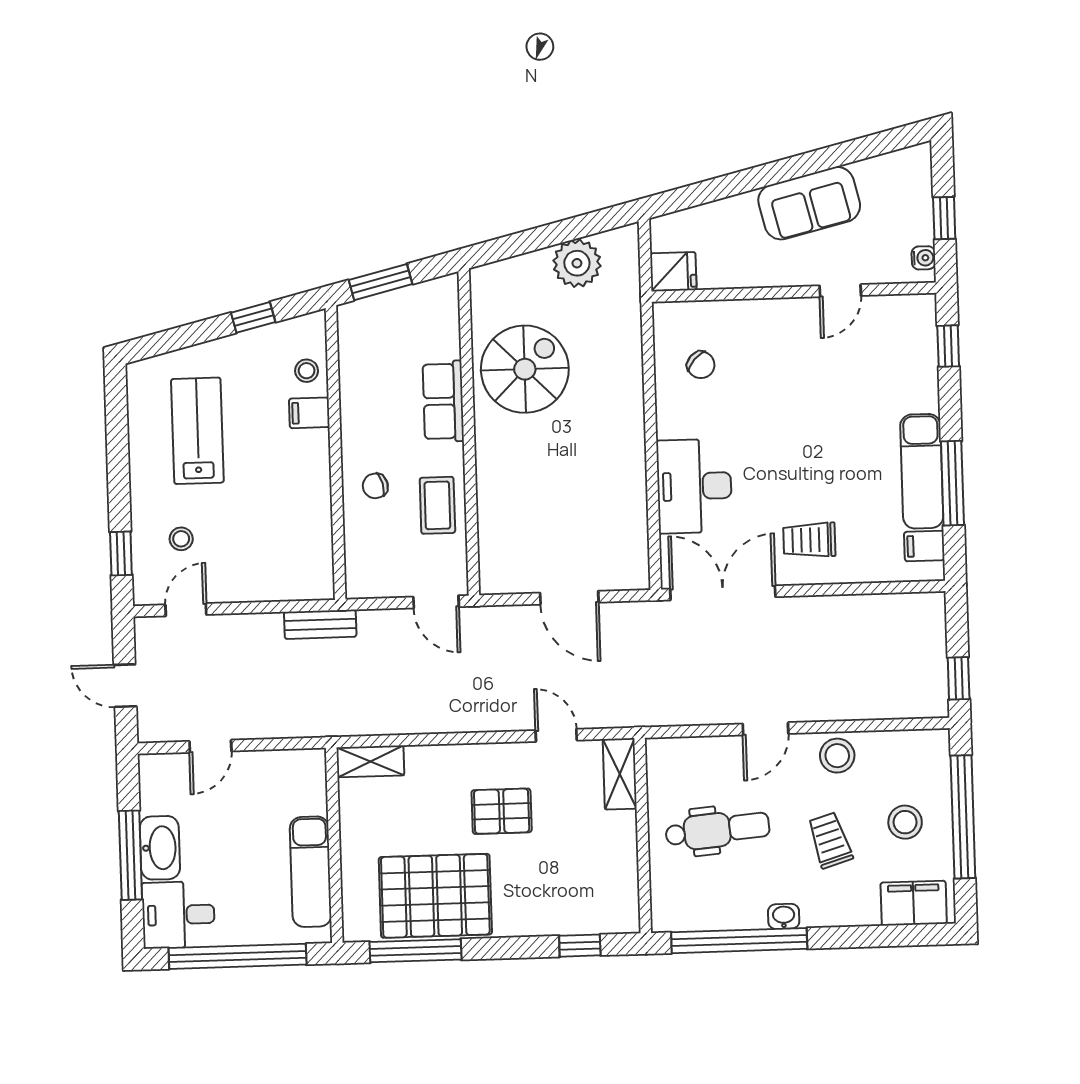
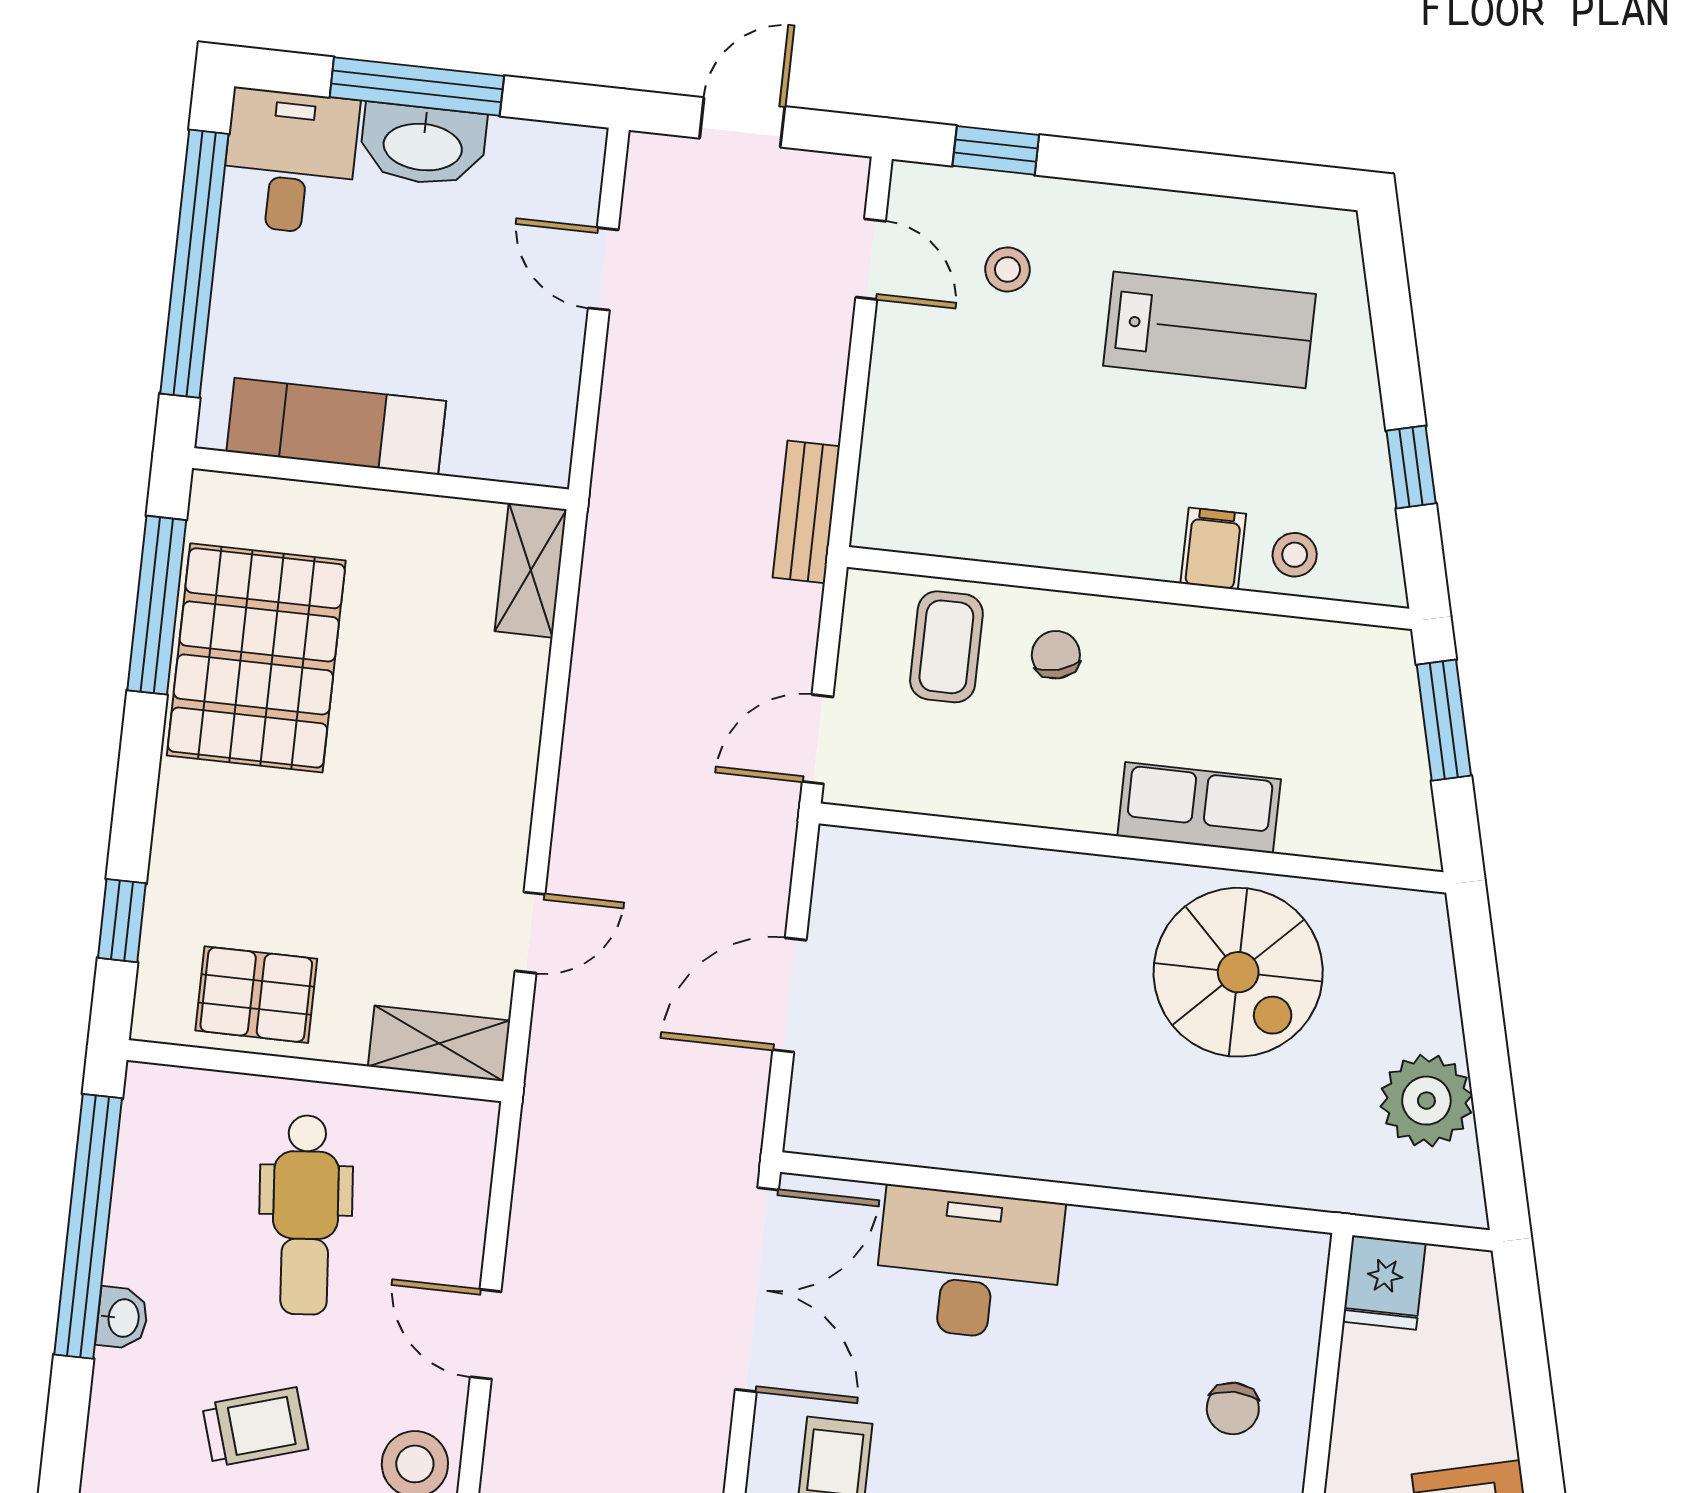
chair: (701, 365) -> (1233, 1408), moved, turned -42
coffee table: (437, 505) -> (946, 647), moved, turned 90
pallet: (502, 811) -> (256, 995), moved, turned 90

